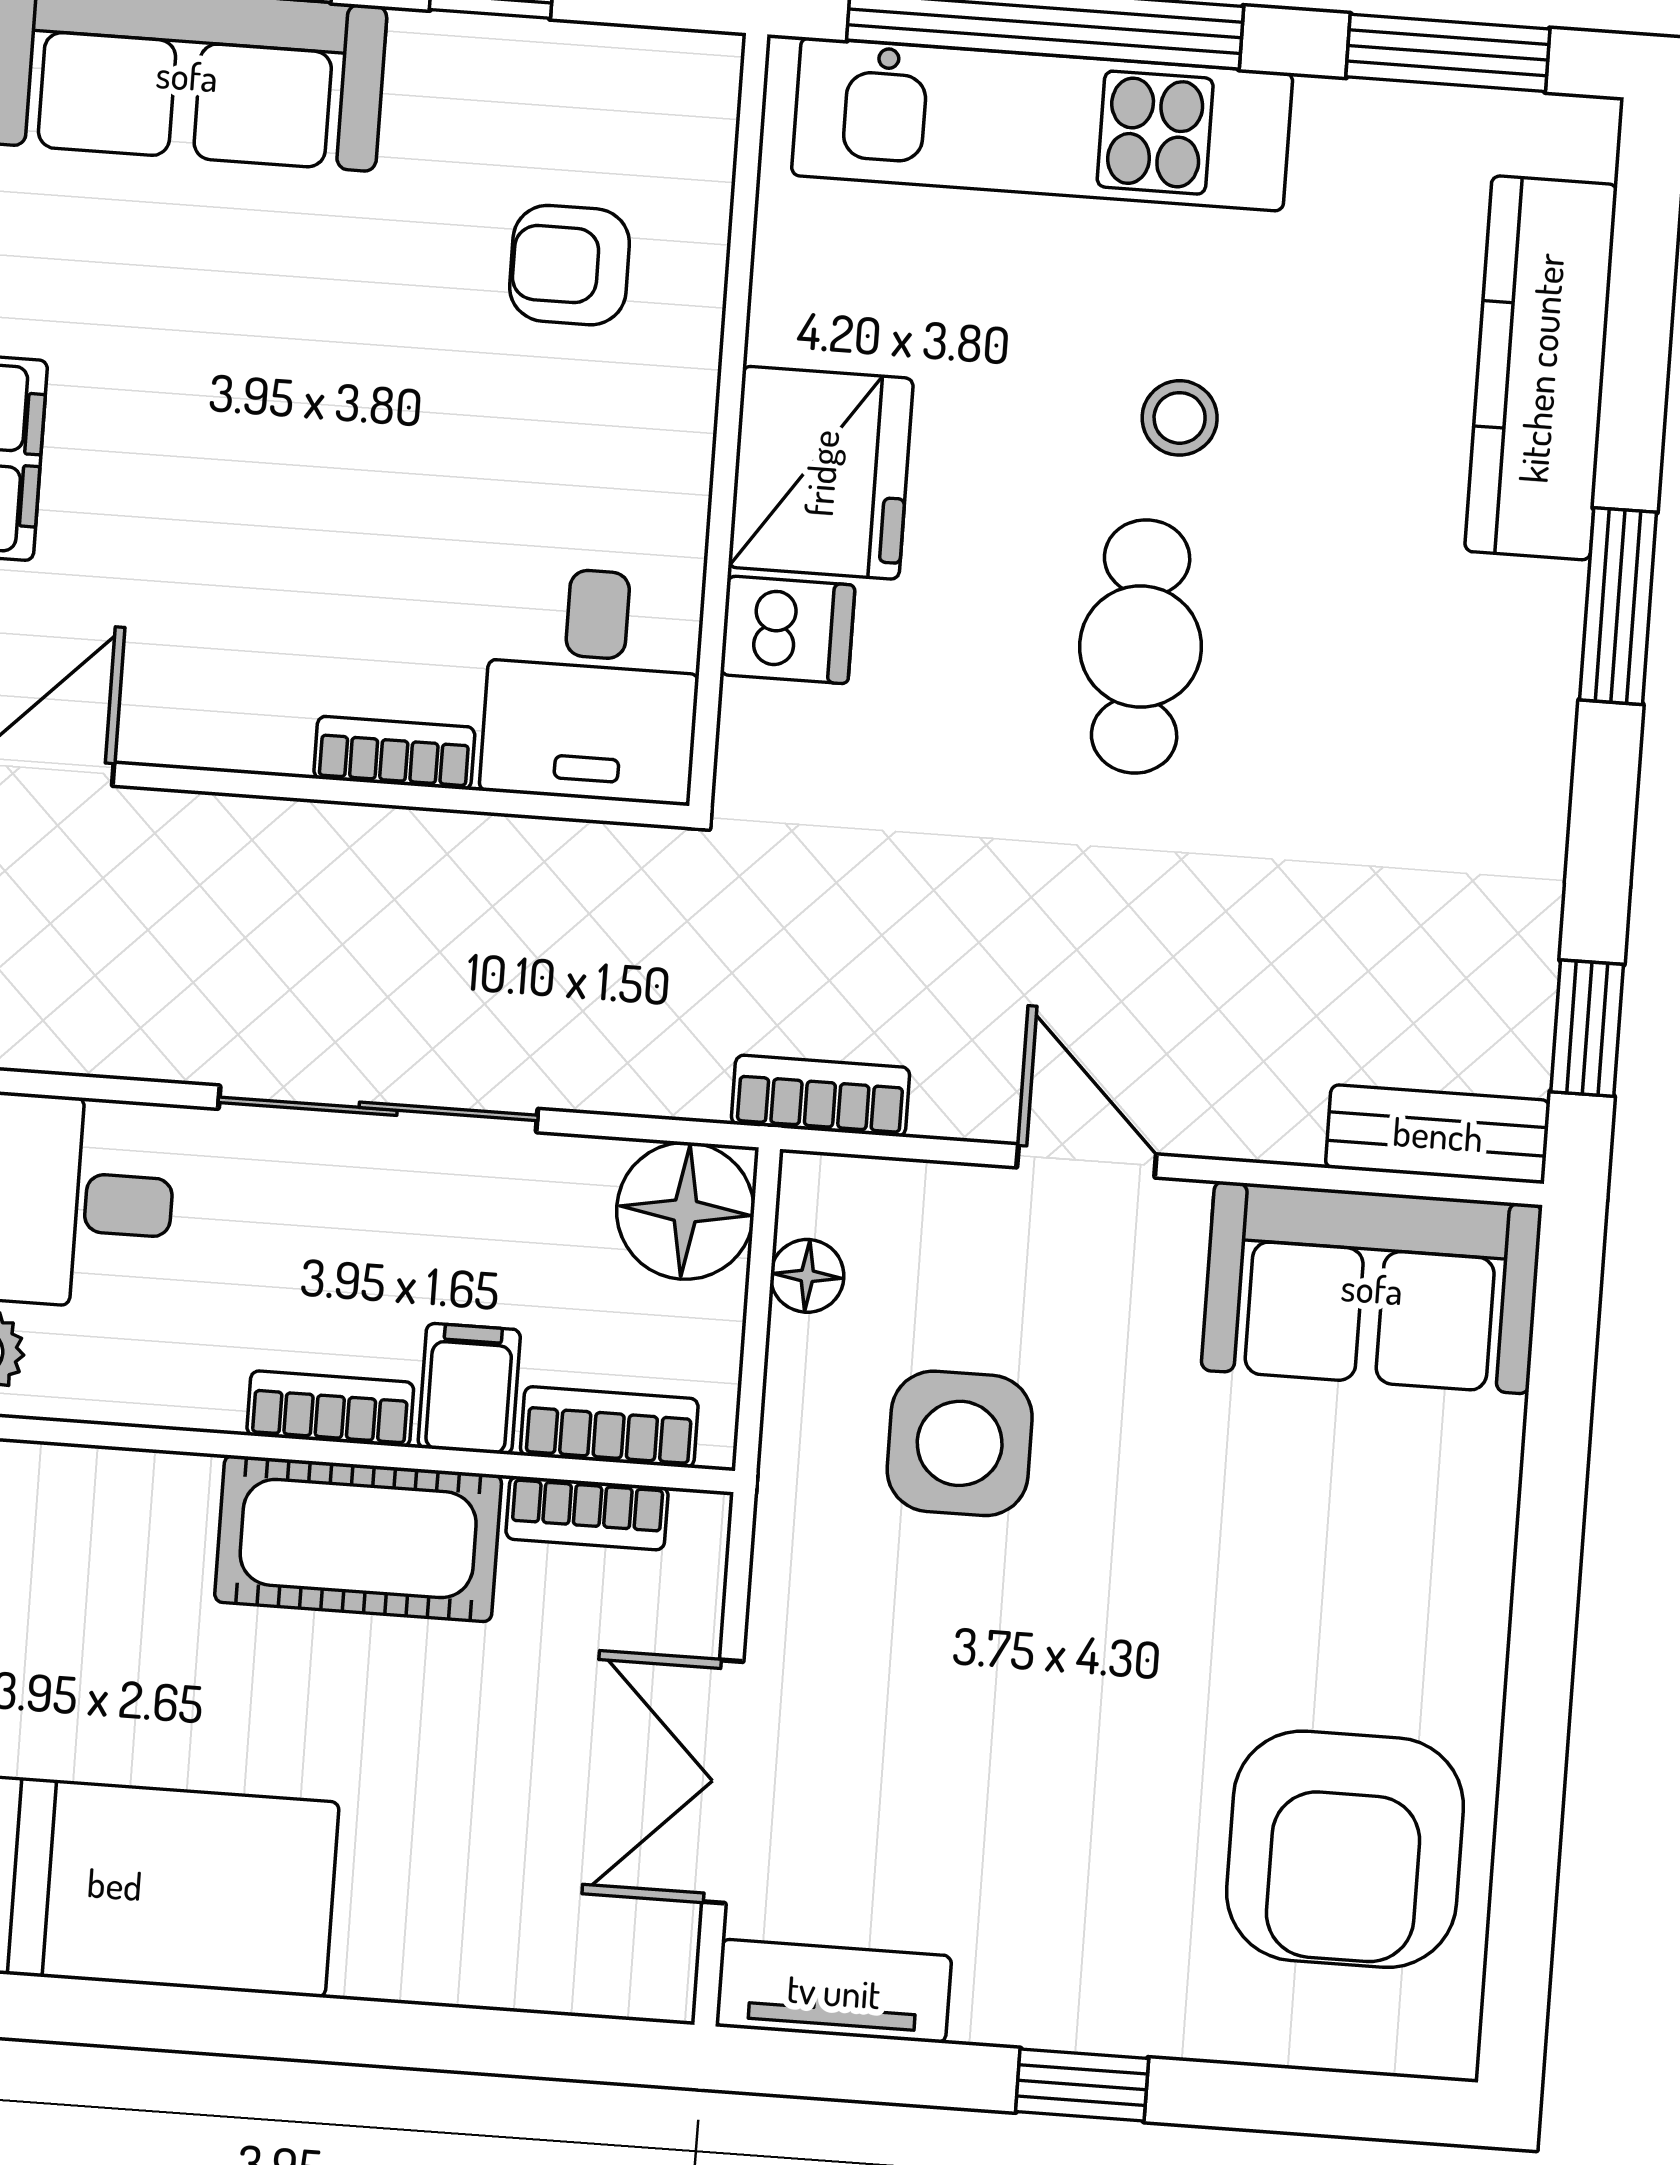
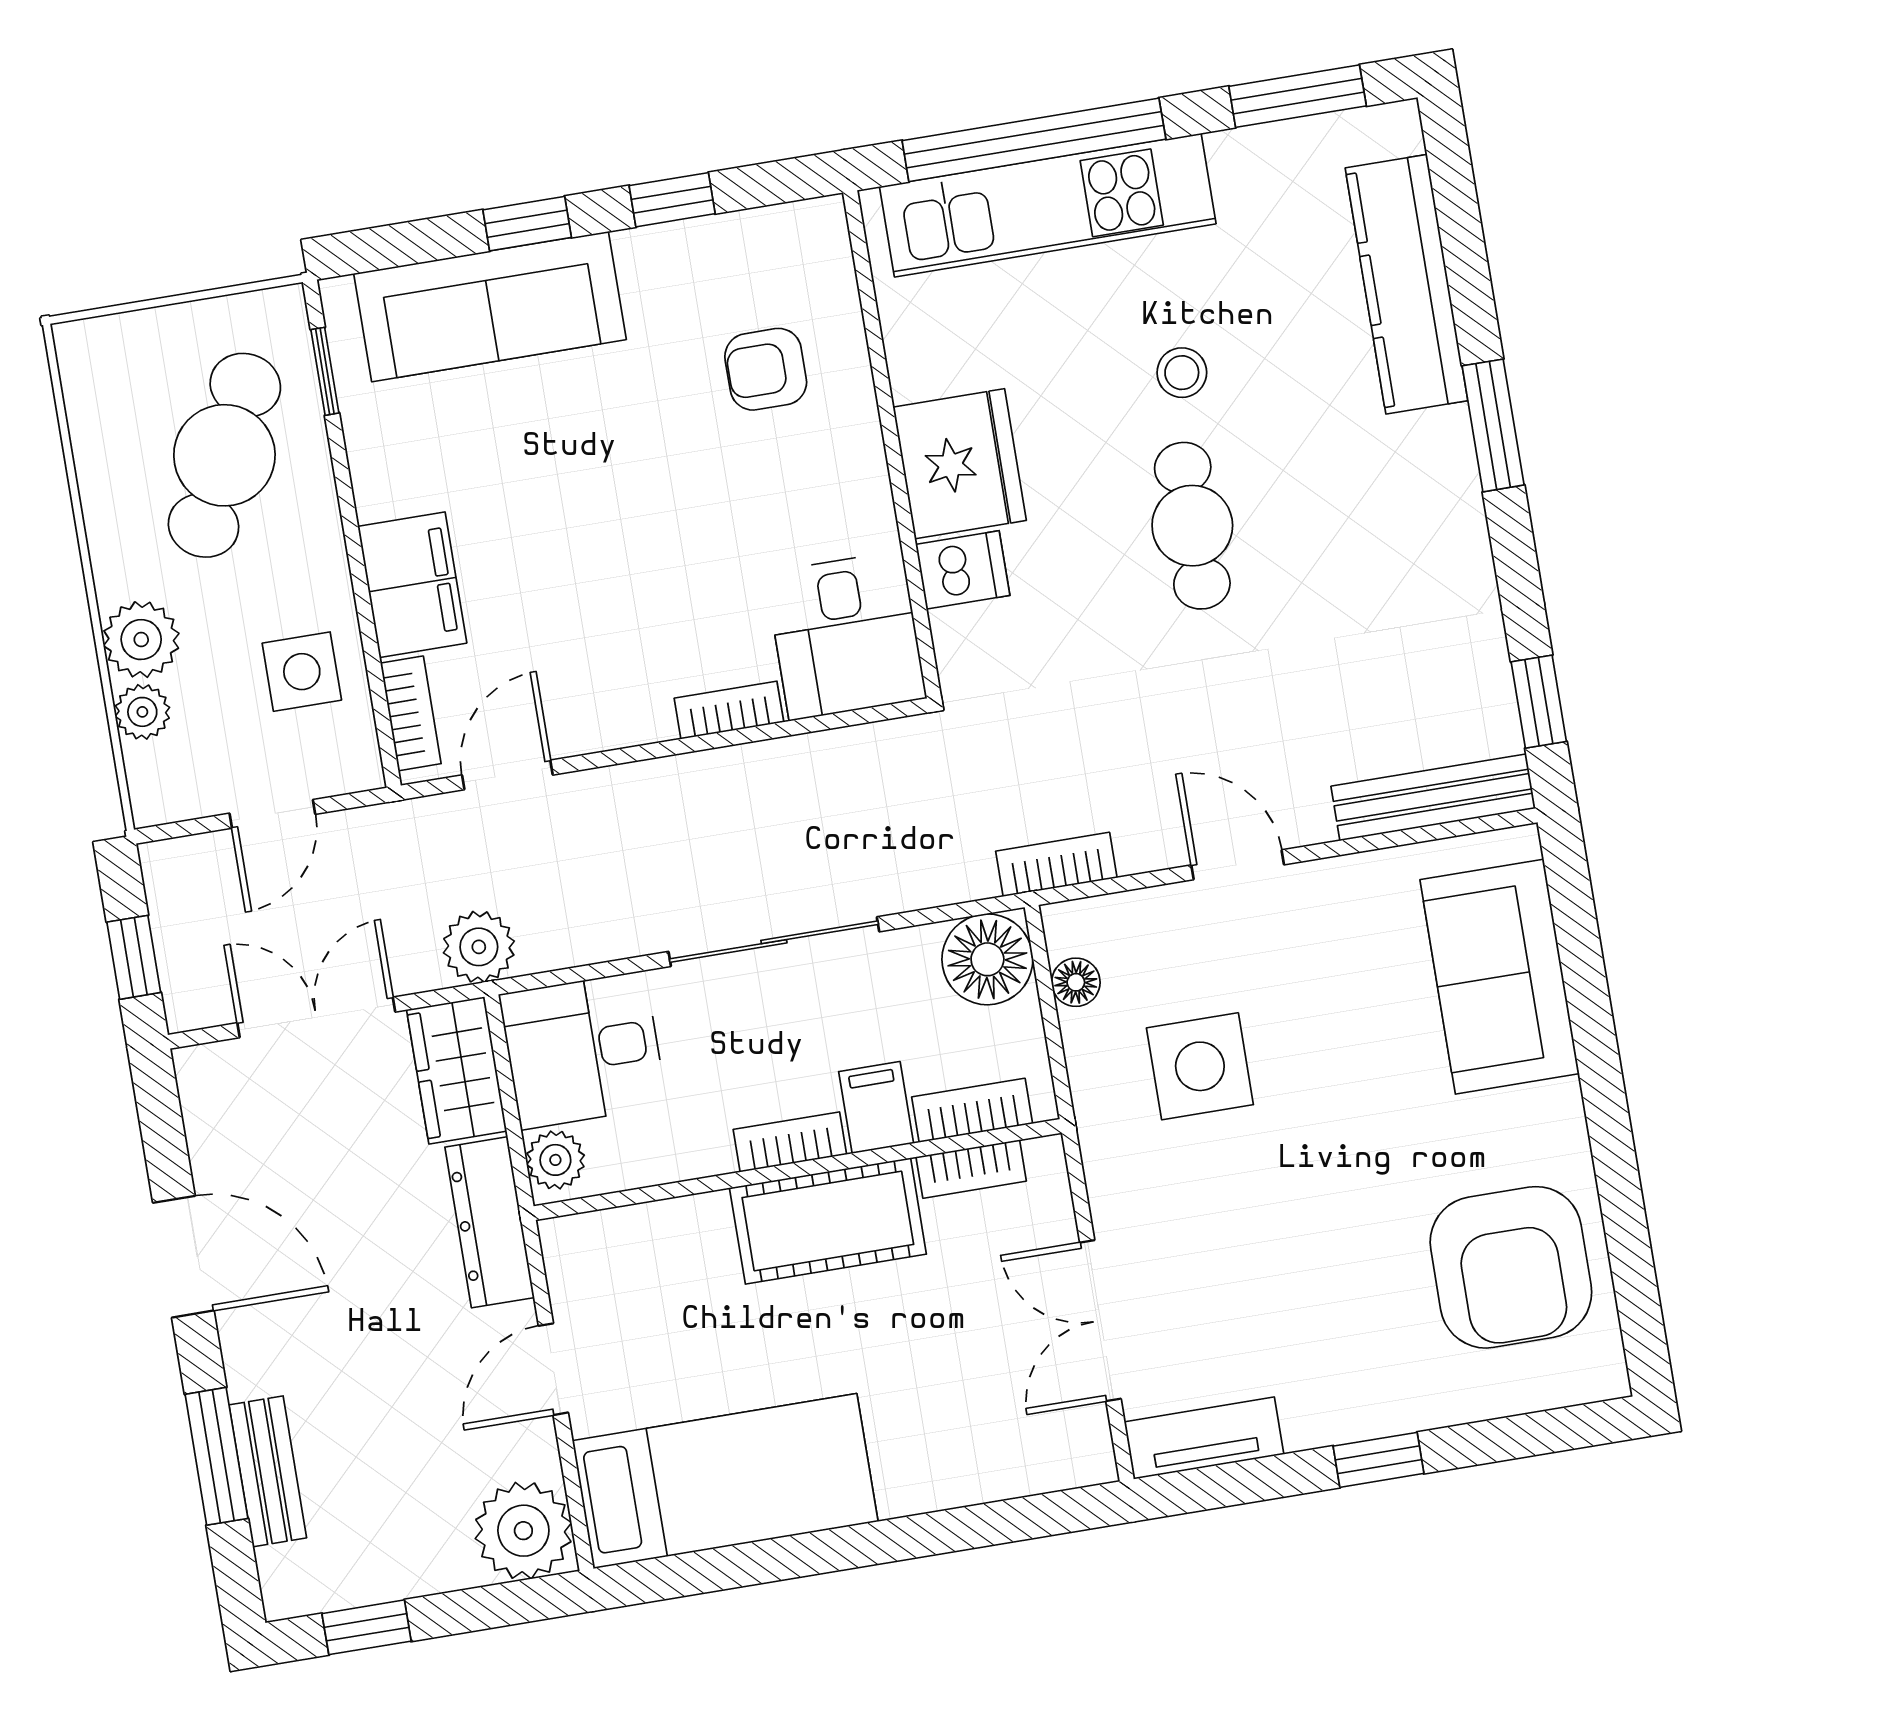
bench: (1438, 1134) -> (1433, 797), width x1.36
sofa: (1372, 1288) -> (1500, 977), moved, turned 90

